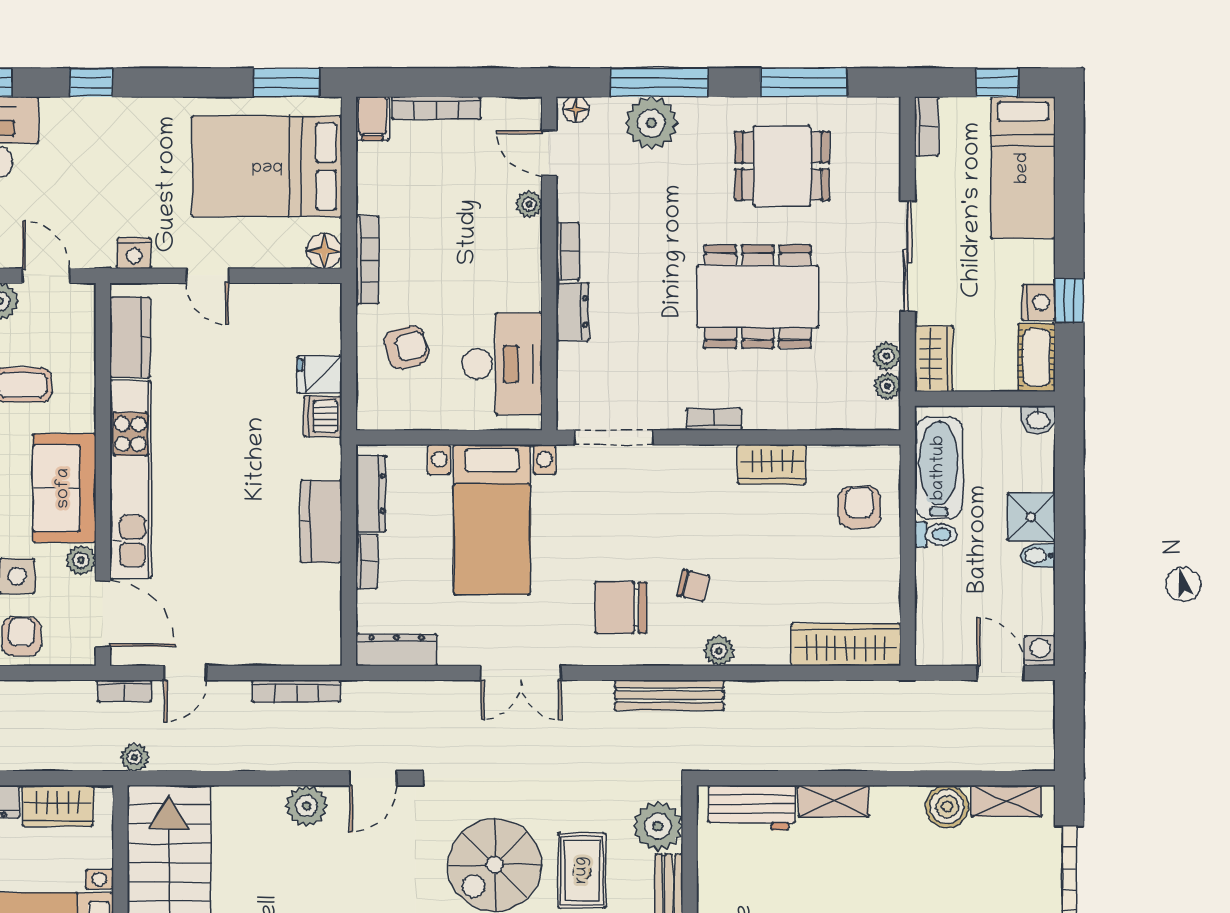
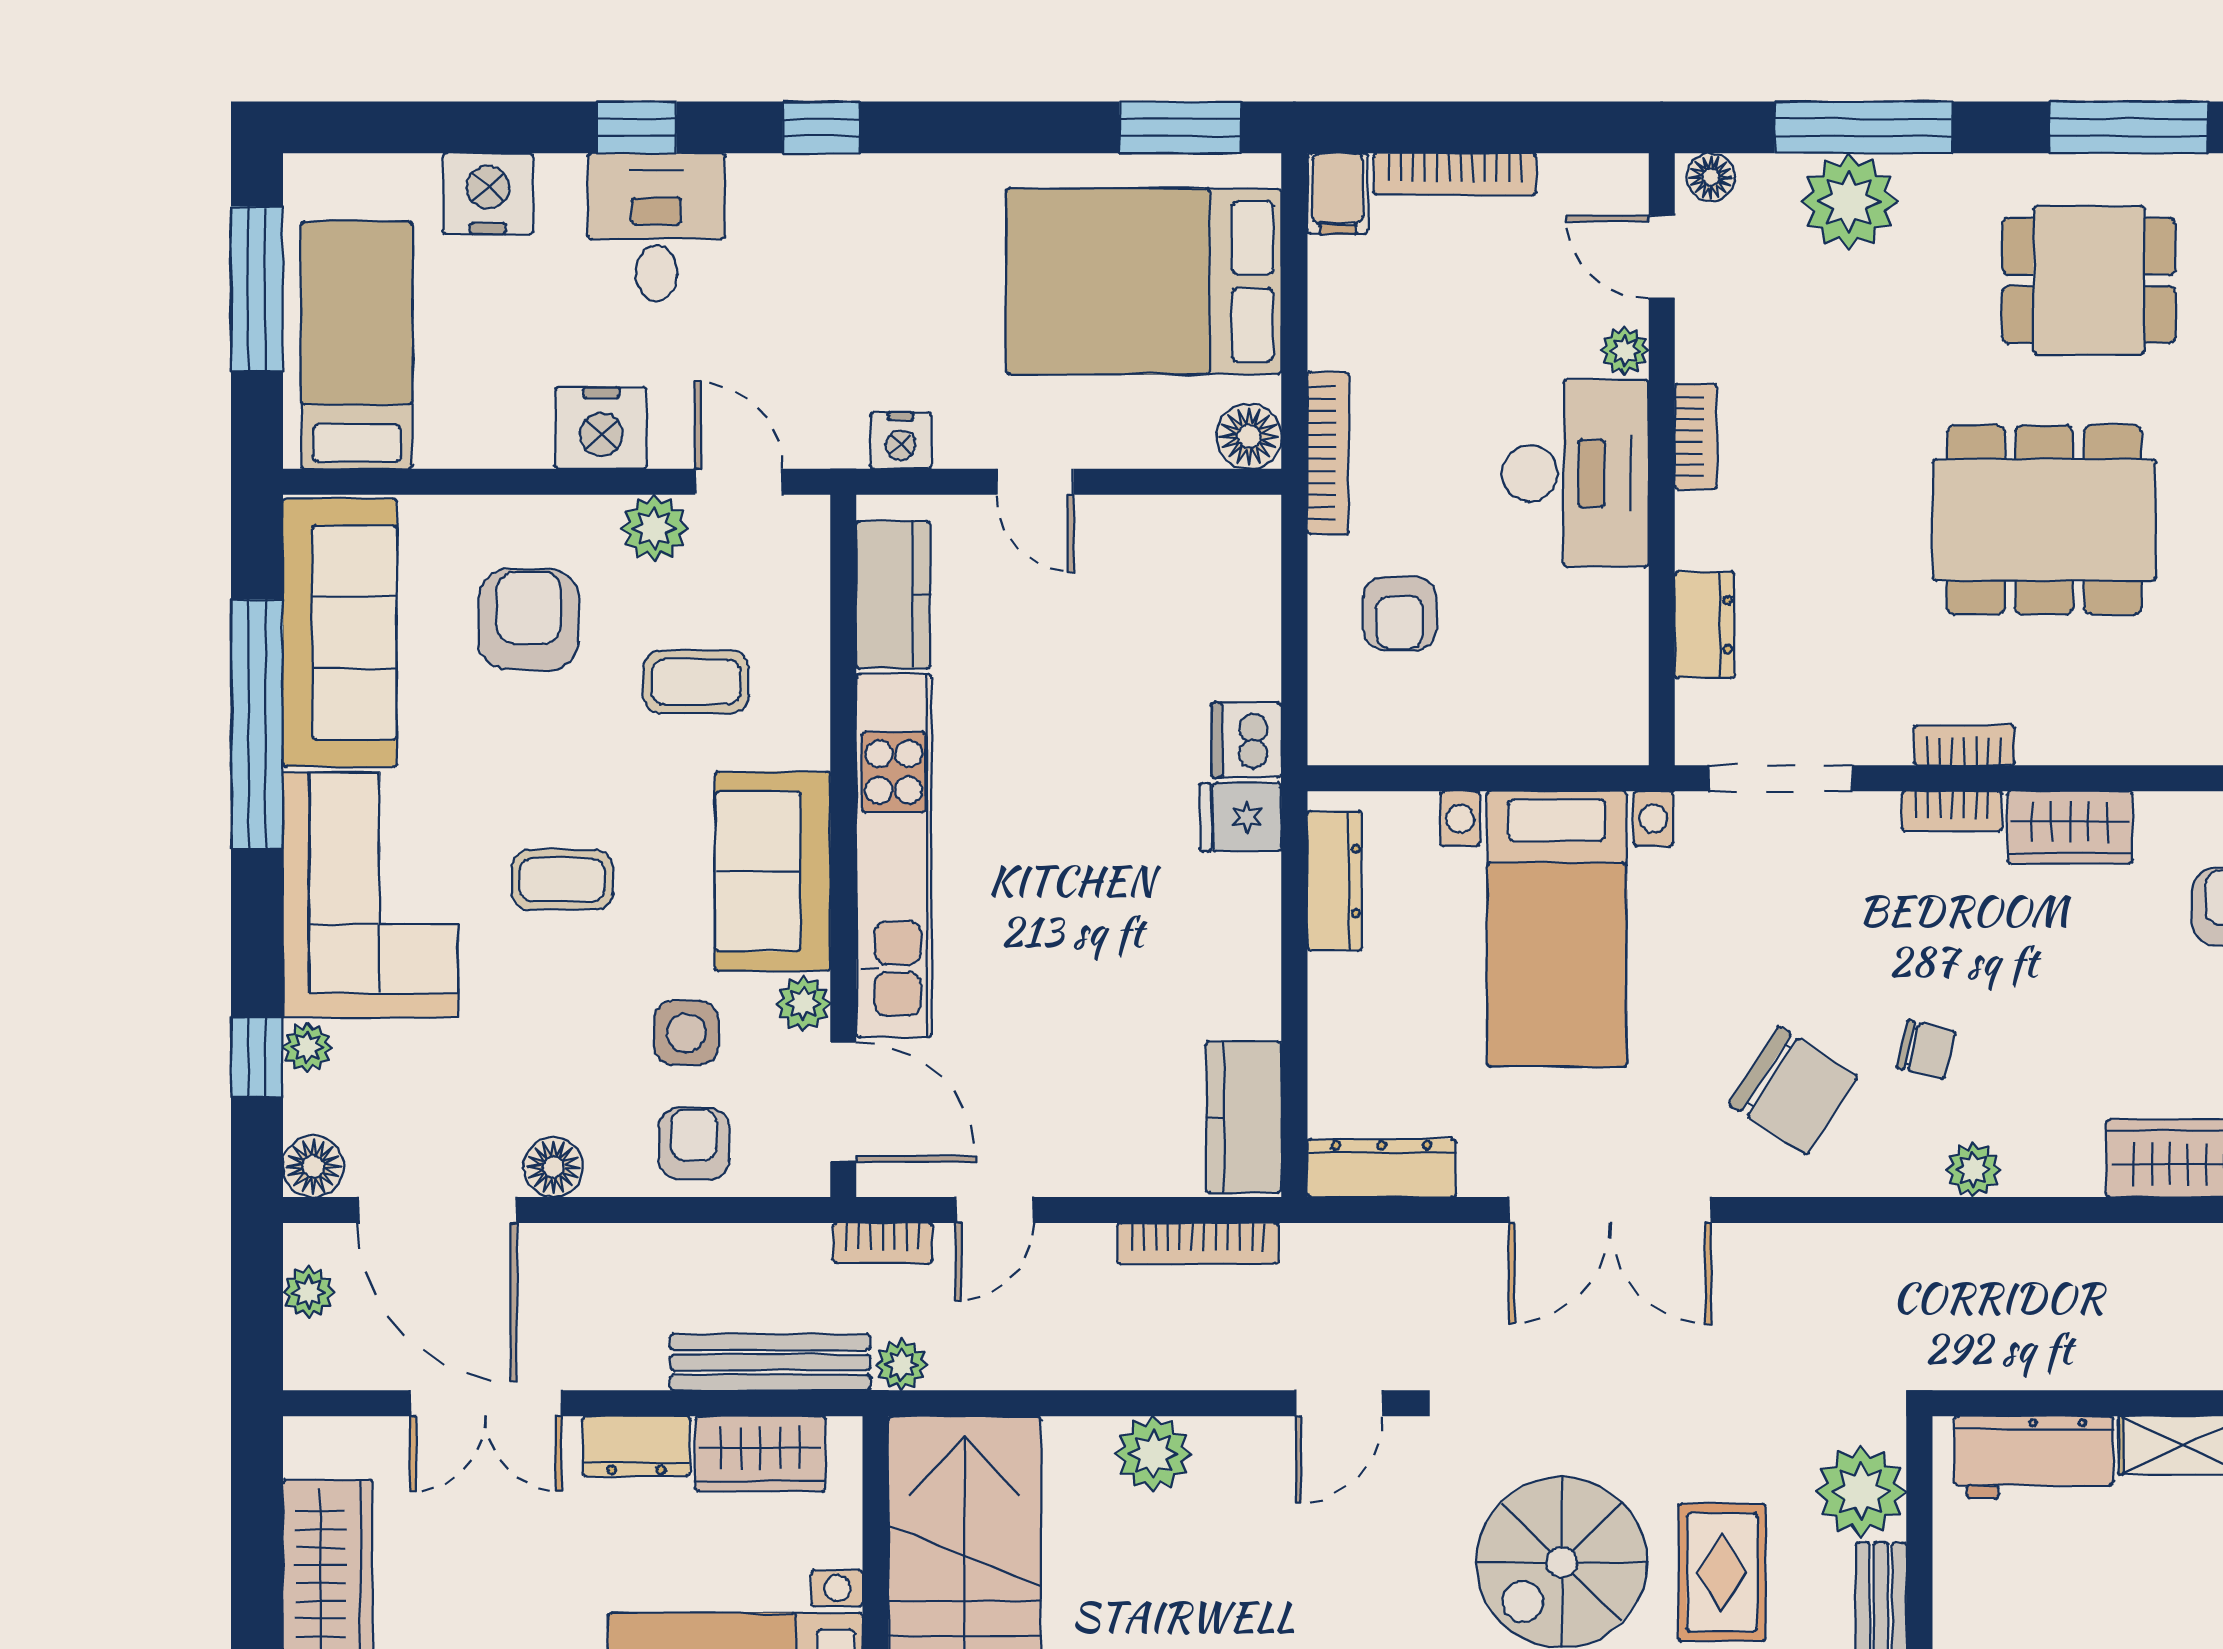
dresser: (572, 312) -> (1704, 625), moved
armchair: (406, 348) -> (1400, 613), turned 105
desk: (502, 364) -> (1575, 473), moved
fridge: (320, 375) -> (1241, 817), moved
kitchen counter: (321, 521) -> (1244, 1117), moved
bookcase: (367, 562) -> (1952, 811), moved, turned 90
chair: (621, 608) -> (1793, 1090), turned -147
double door: (521, 673) -> (1610, 1210), width x1.37
bench: (669, 695) -> (770, 1362), moved
plant: (307, 806) -> (1153, 1454), moved

